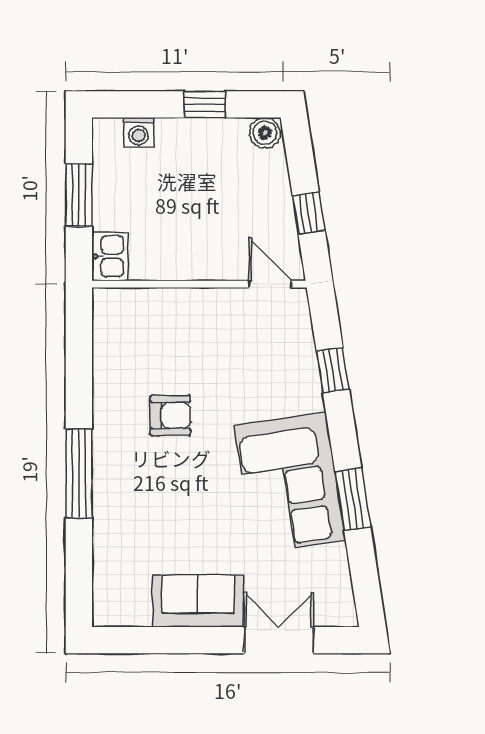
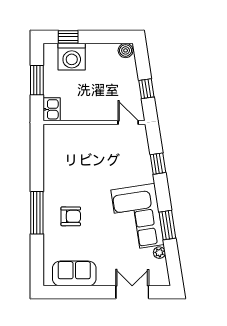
window: (205, 104) -> (68, 37), moved
washing machine: (139, 133) -> (72, 57), width x1.89, depth x1.89
armchair: (170, 415) -> (71, 216), moved
plant: (336, 557) -> (159, 253), added
sofa: (198, 601) -> (74, 273), moved

